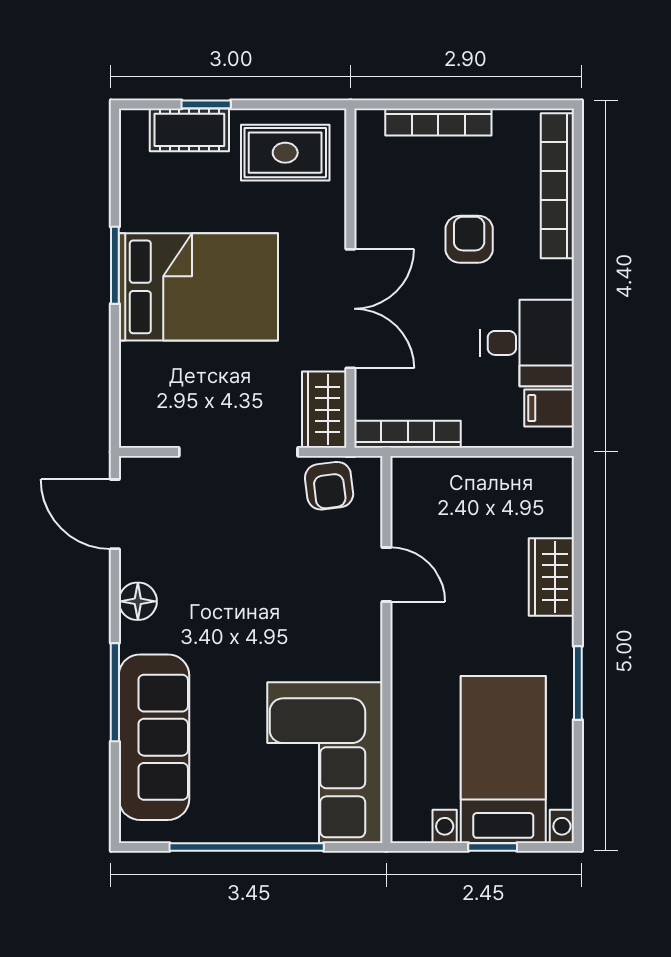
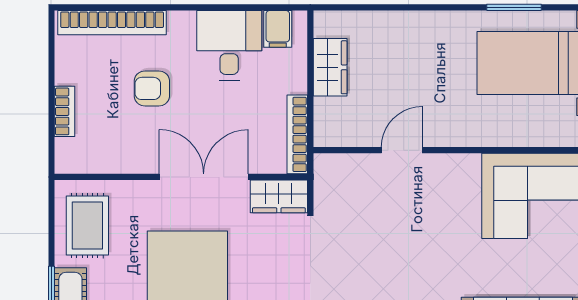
bookcase: (438, 122) -> (65, 111), width x0.64
armchair: (329, 486) -> (336, 193), removed
wardrobe: (551, 577) -> (330, 67), moved, turned -90
window: (578, 683) -> (514, 7), moved

